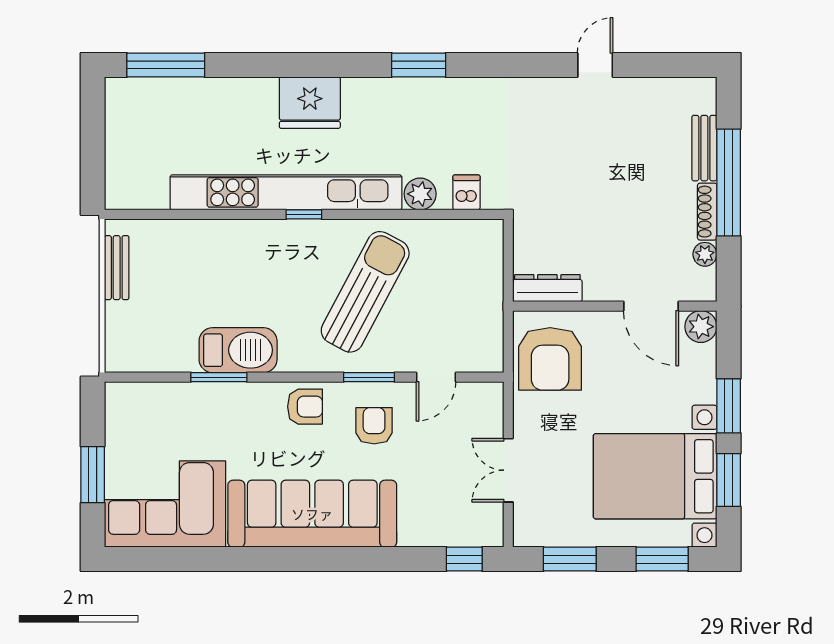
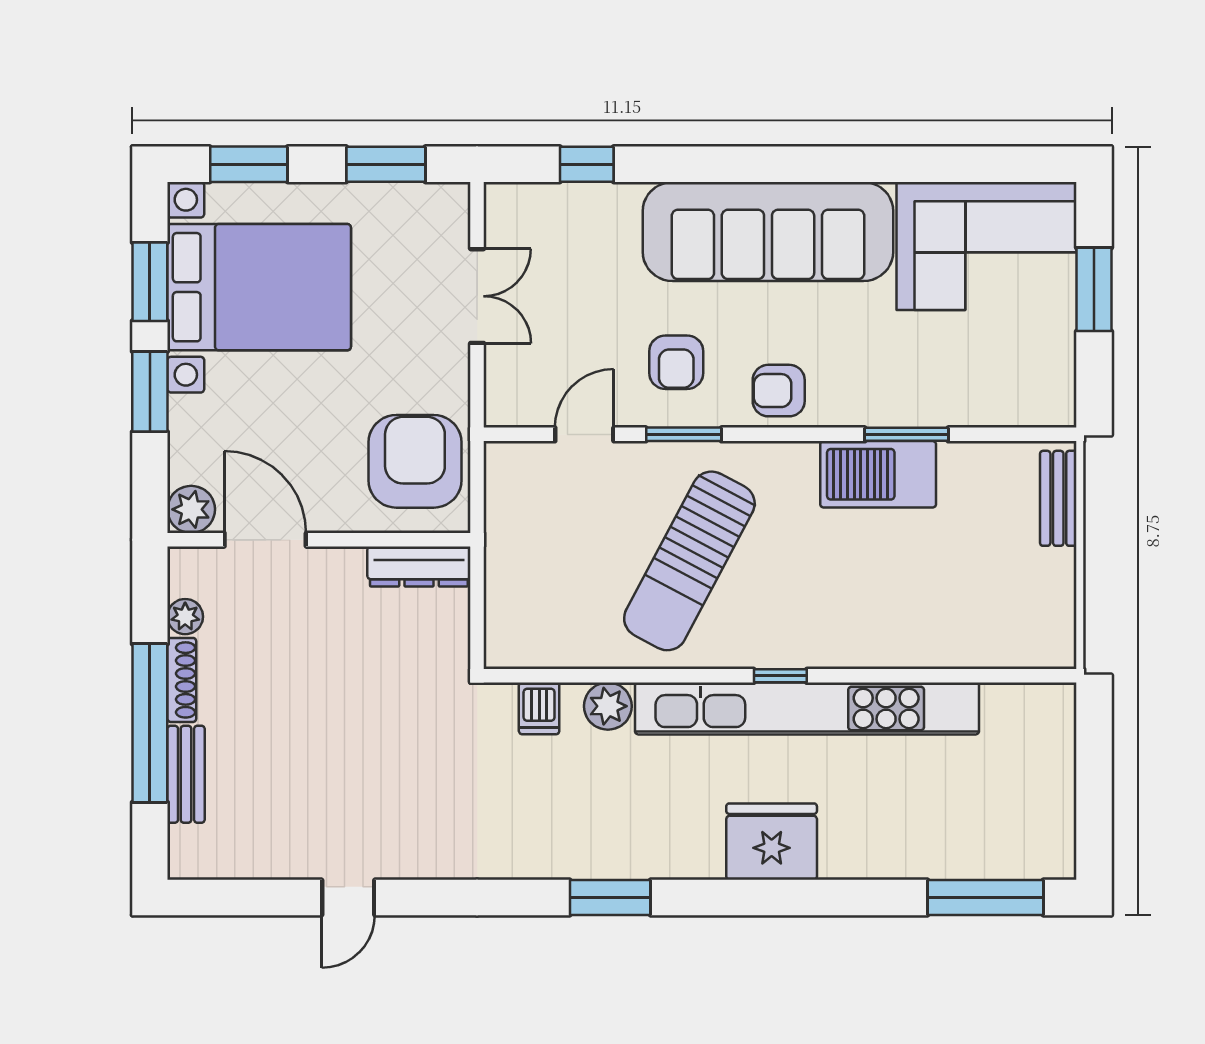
bench: (117, 268) -> (1058, 498), moved
window: (464, 559) -> (587, 164), moved

